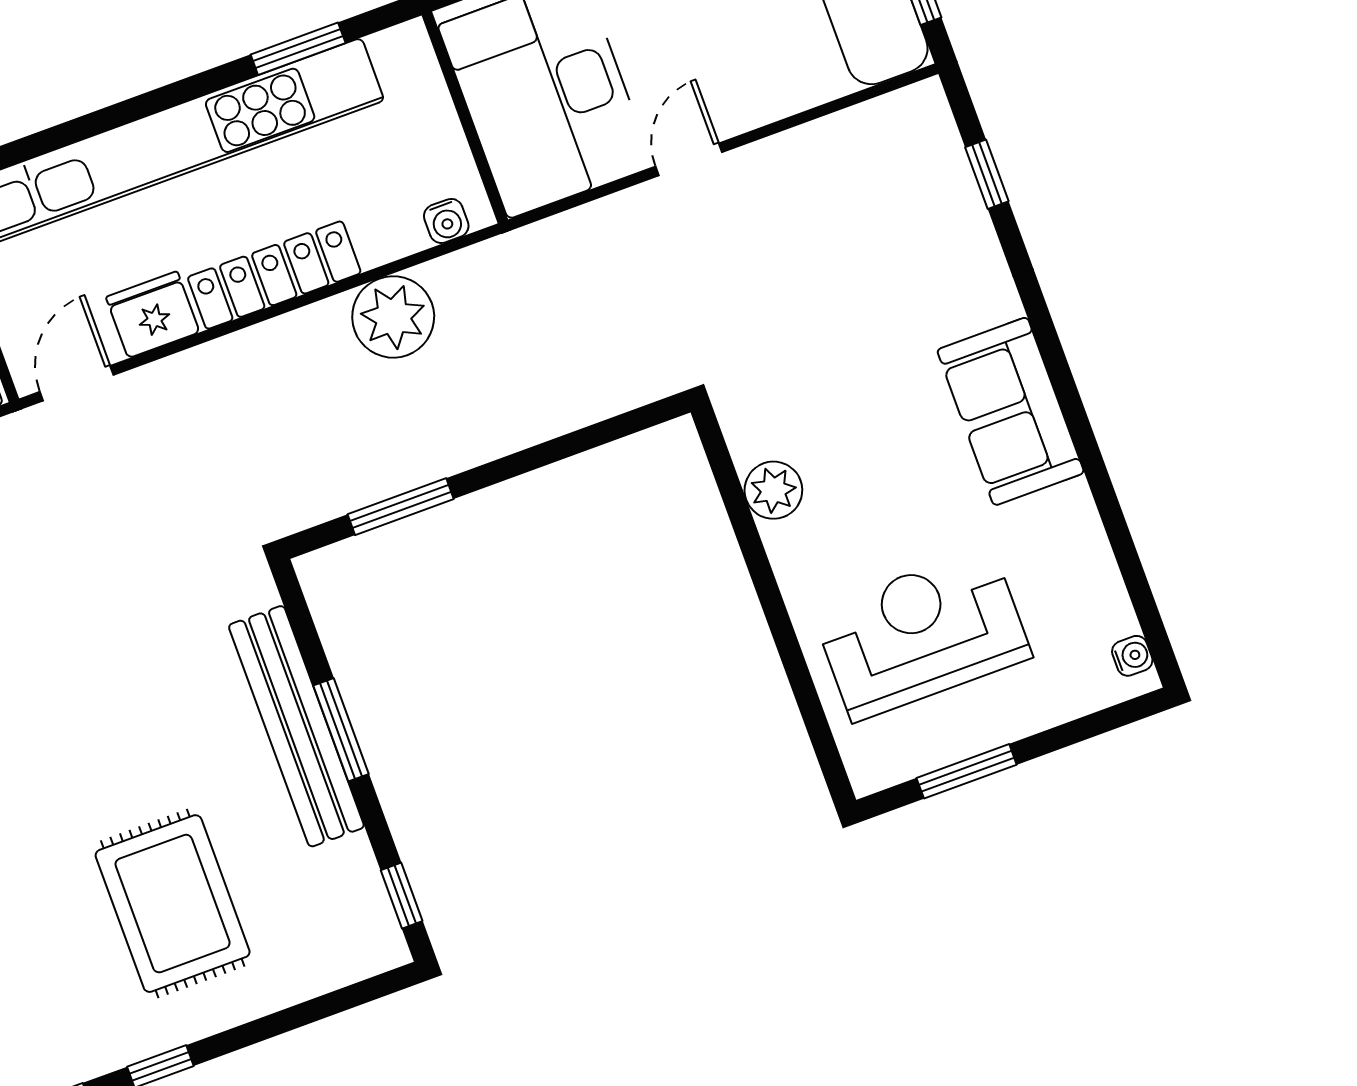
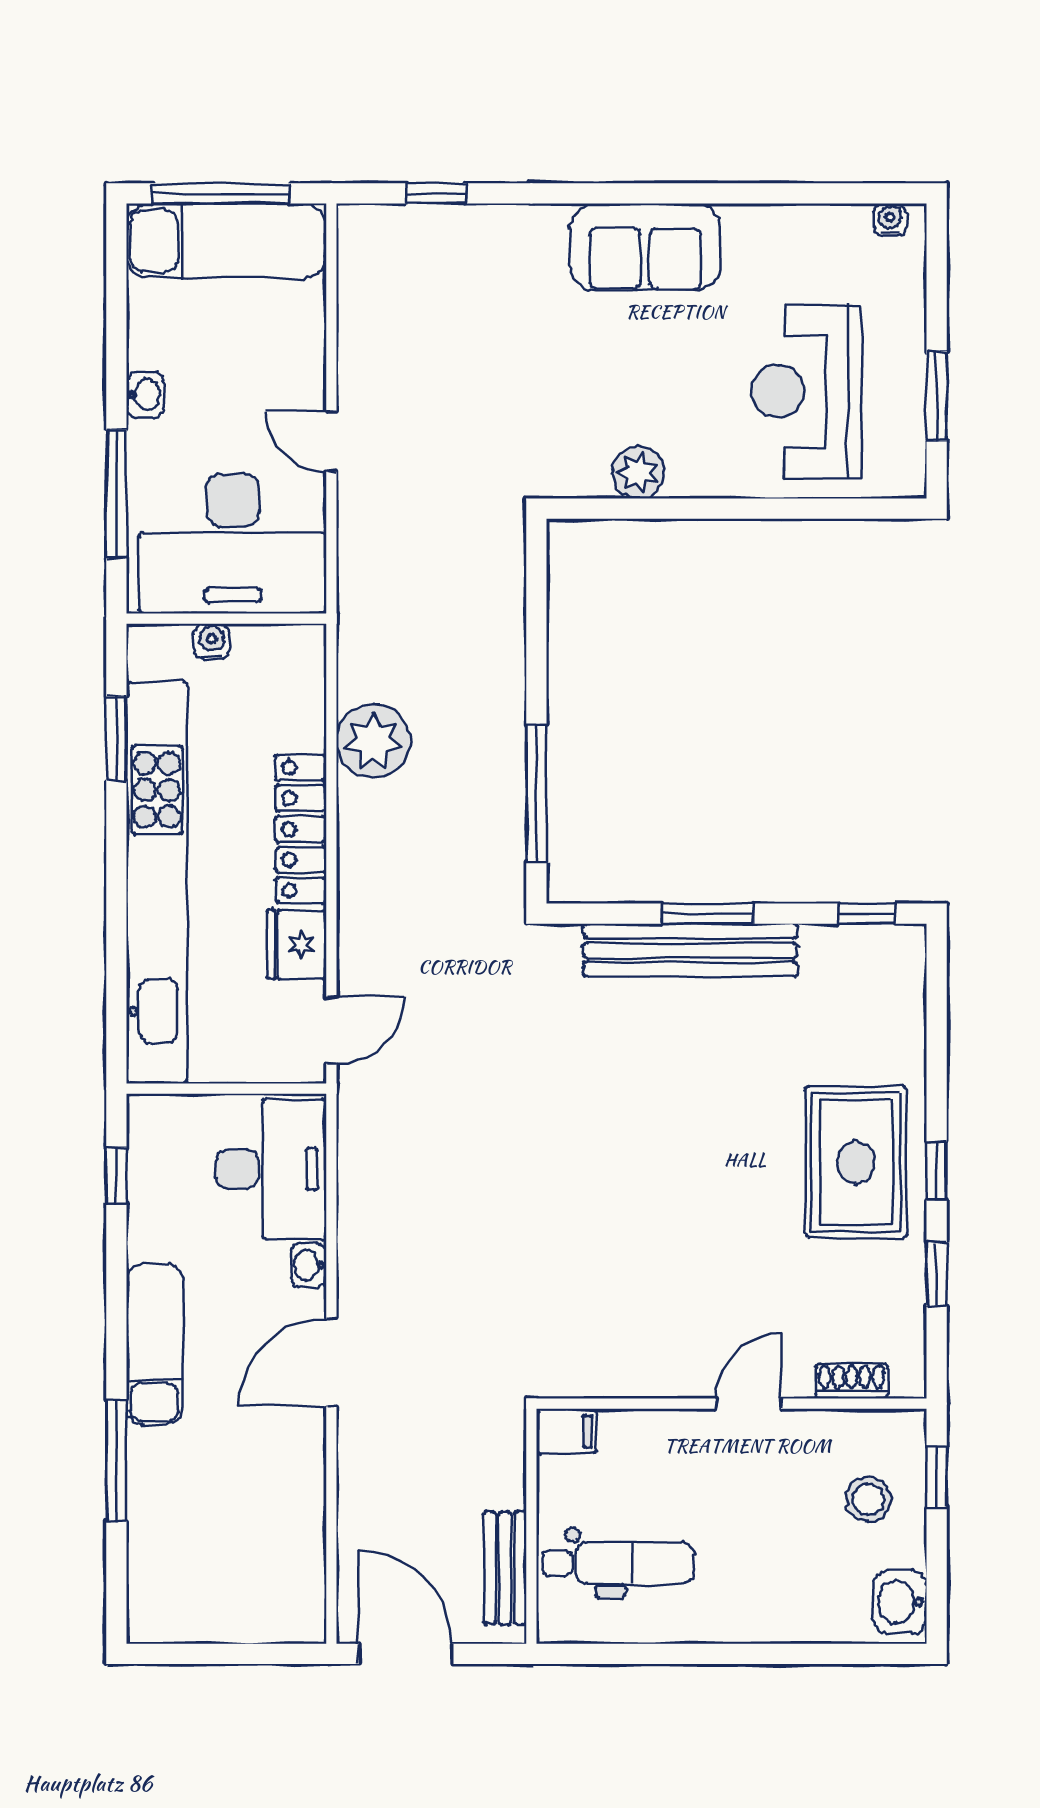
water cooler: (446, 221) -> (212, 642), moved, turned -90
door: (77, 383) -> (331, 1030), swing flipped
window: (401, 507) -> (536, 794), width x1.44
rug: (173, 904) -> (856, 1162), moved, turned 90

